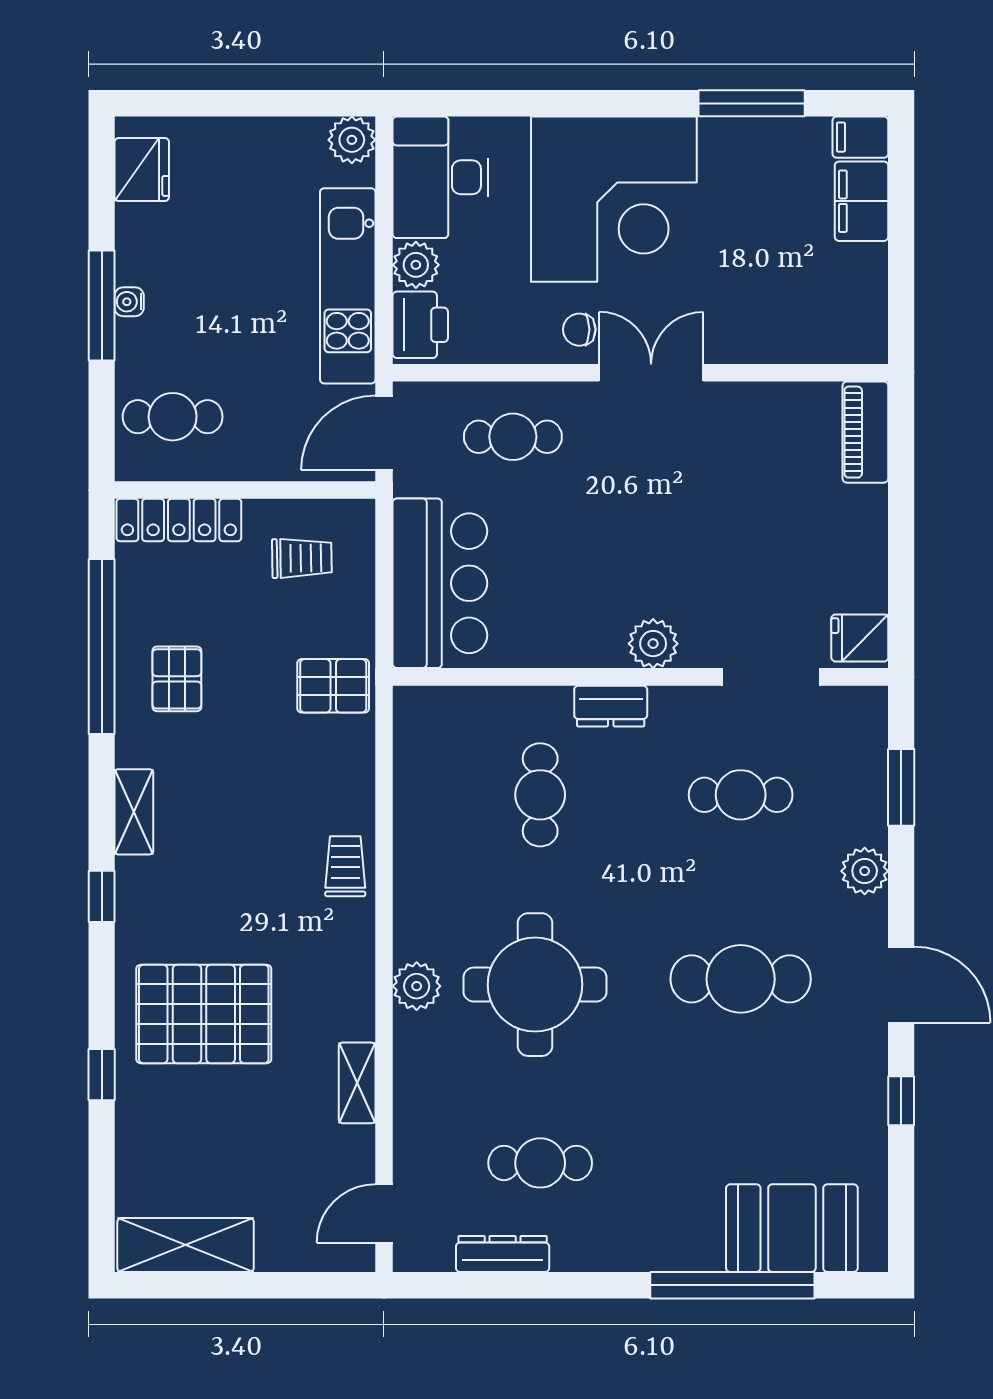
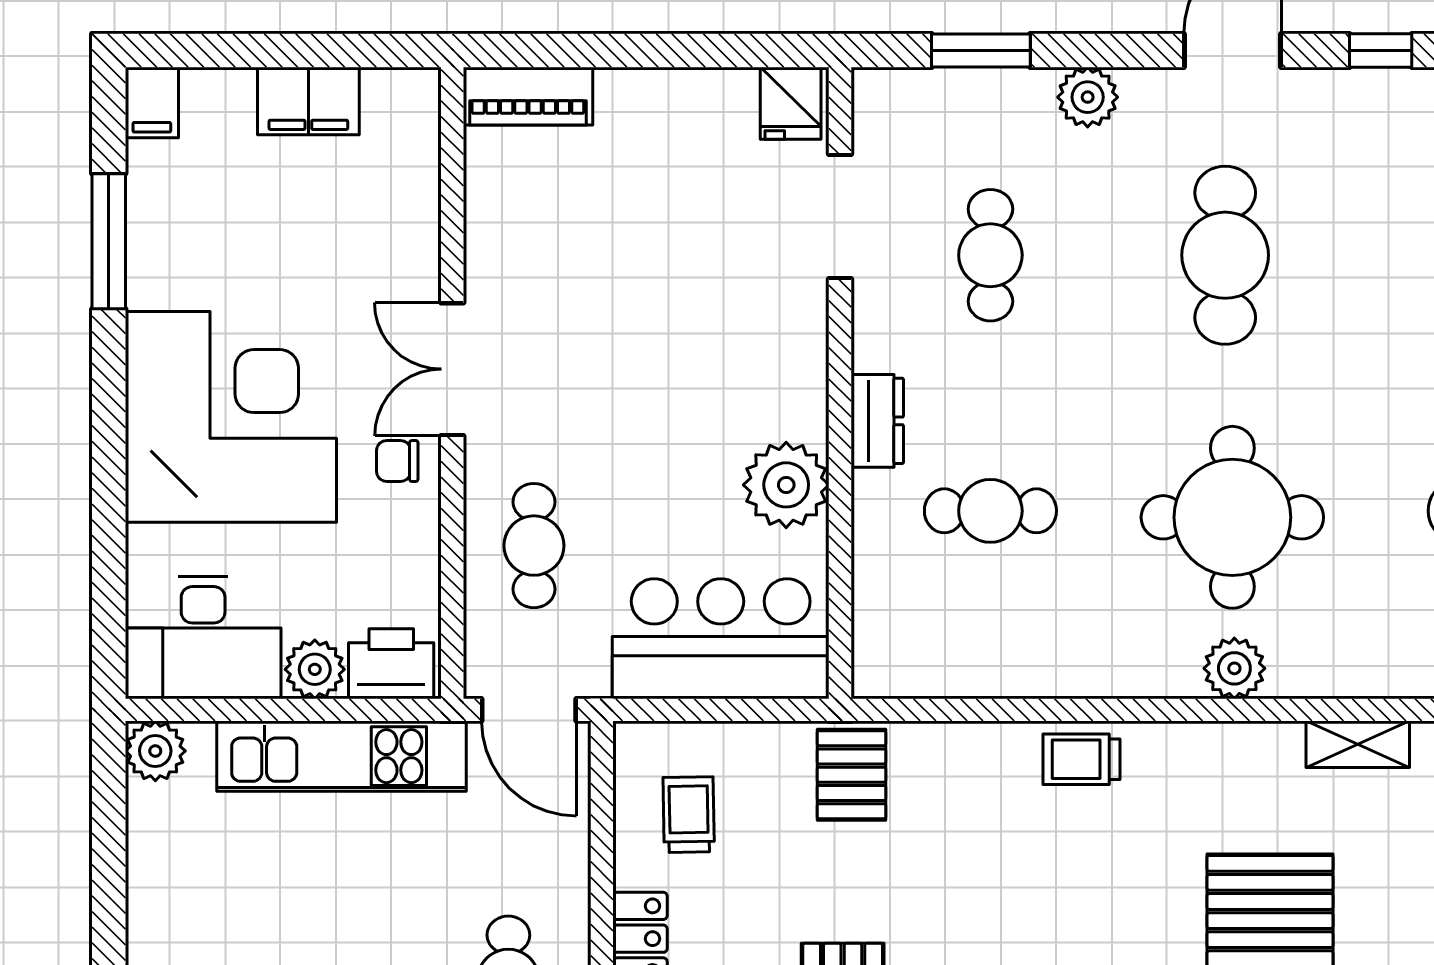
filing cabinet: (861, 201) -> (308, 101), moved
chair: (579, 330) -> (397, 461), turned 90
plant: (653, 644) -> (786, 485), moved, width x1.36, depth x1.36

